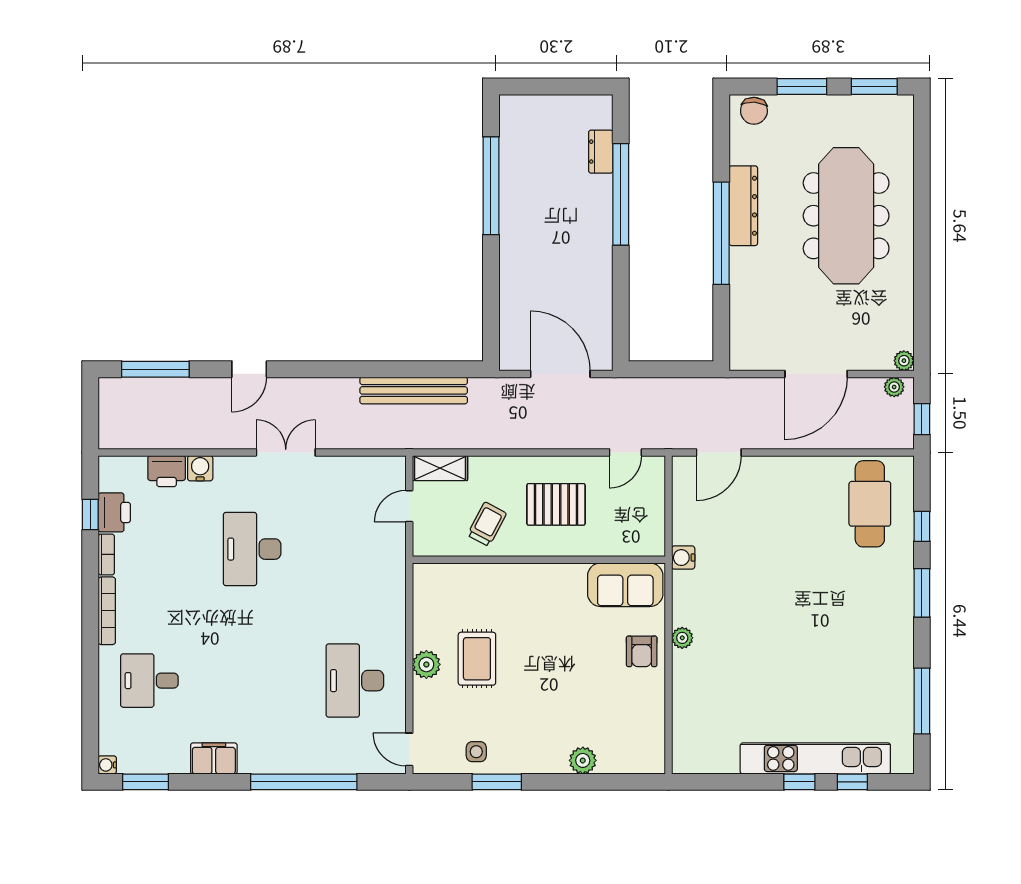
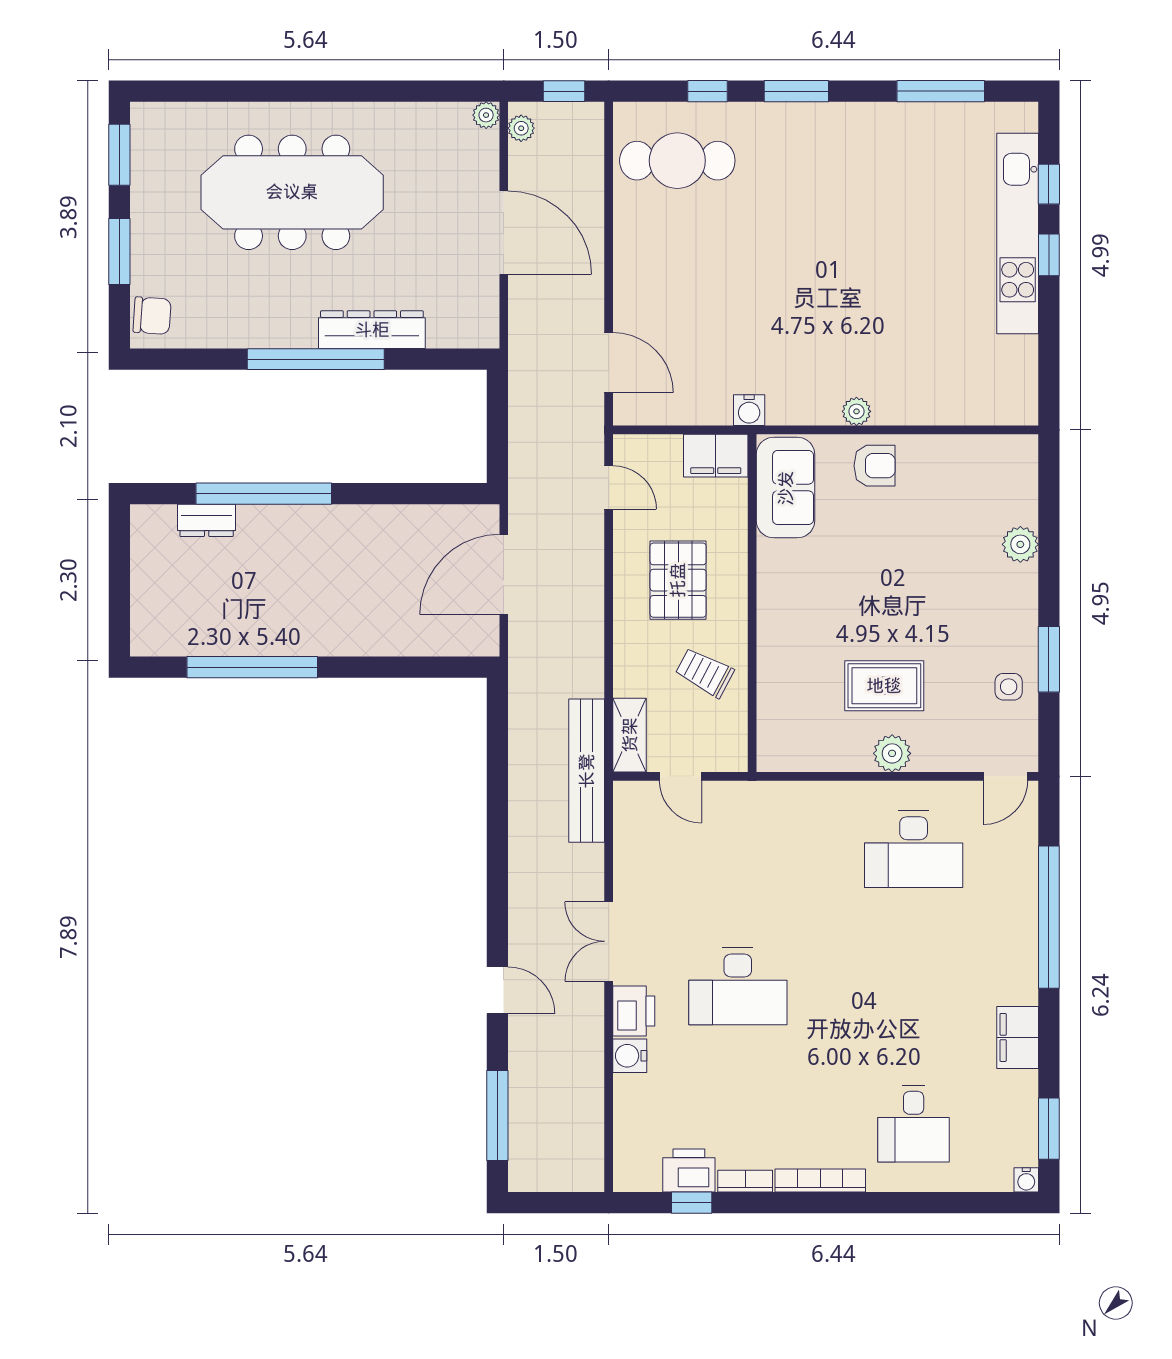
dresser: (743, 206) -> (372, 330), moved
bench: (414, 390) -> (587, 771), moved
printer: (167, 471) -> (634, 1011), moved
filing cabinet: (649, 533) -> (716, 456), added

